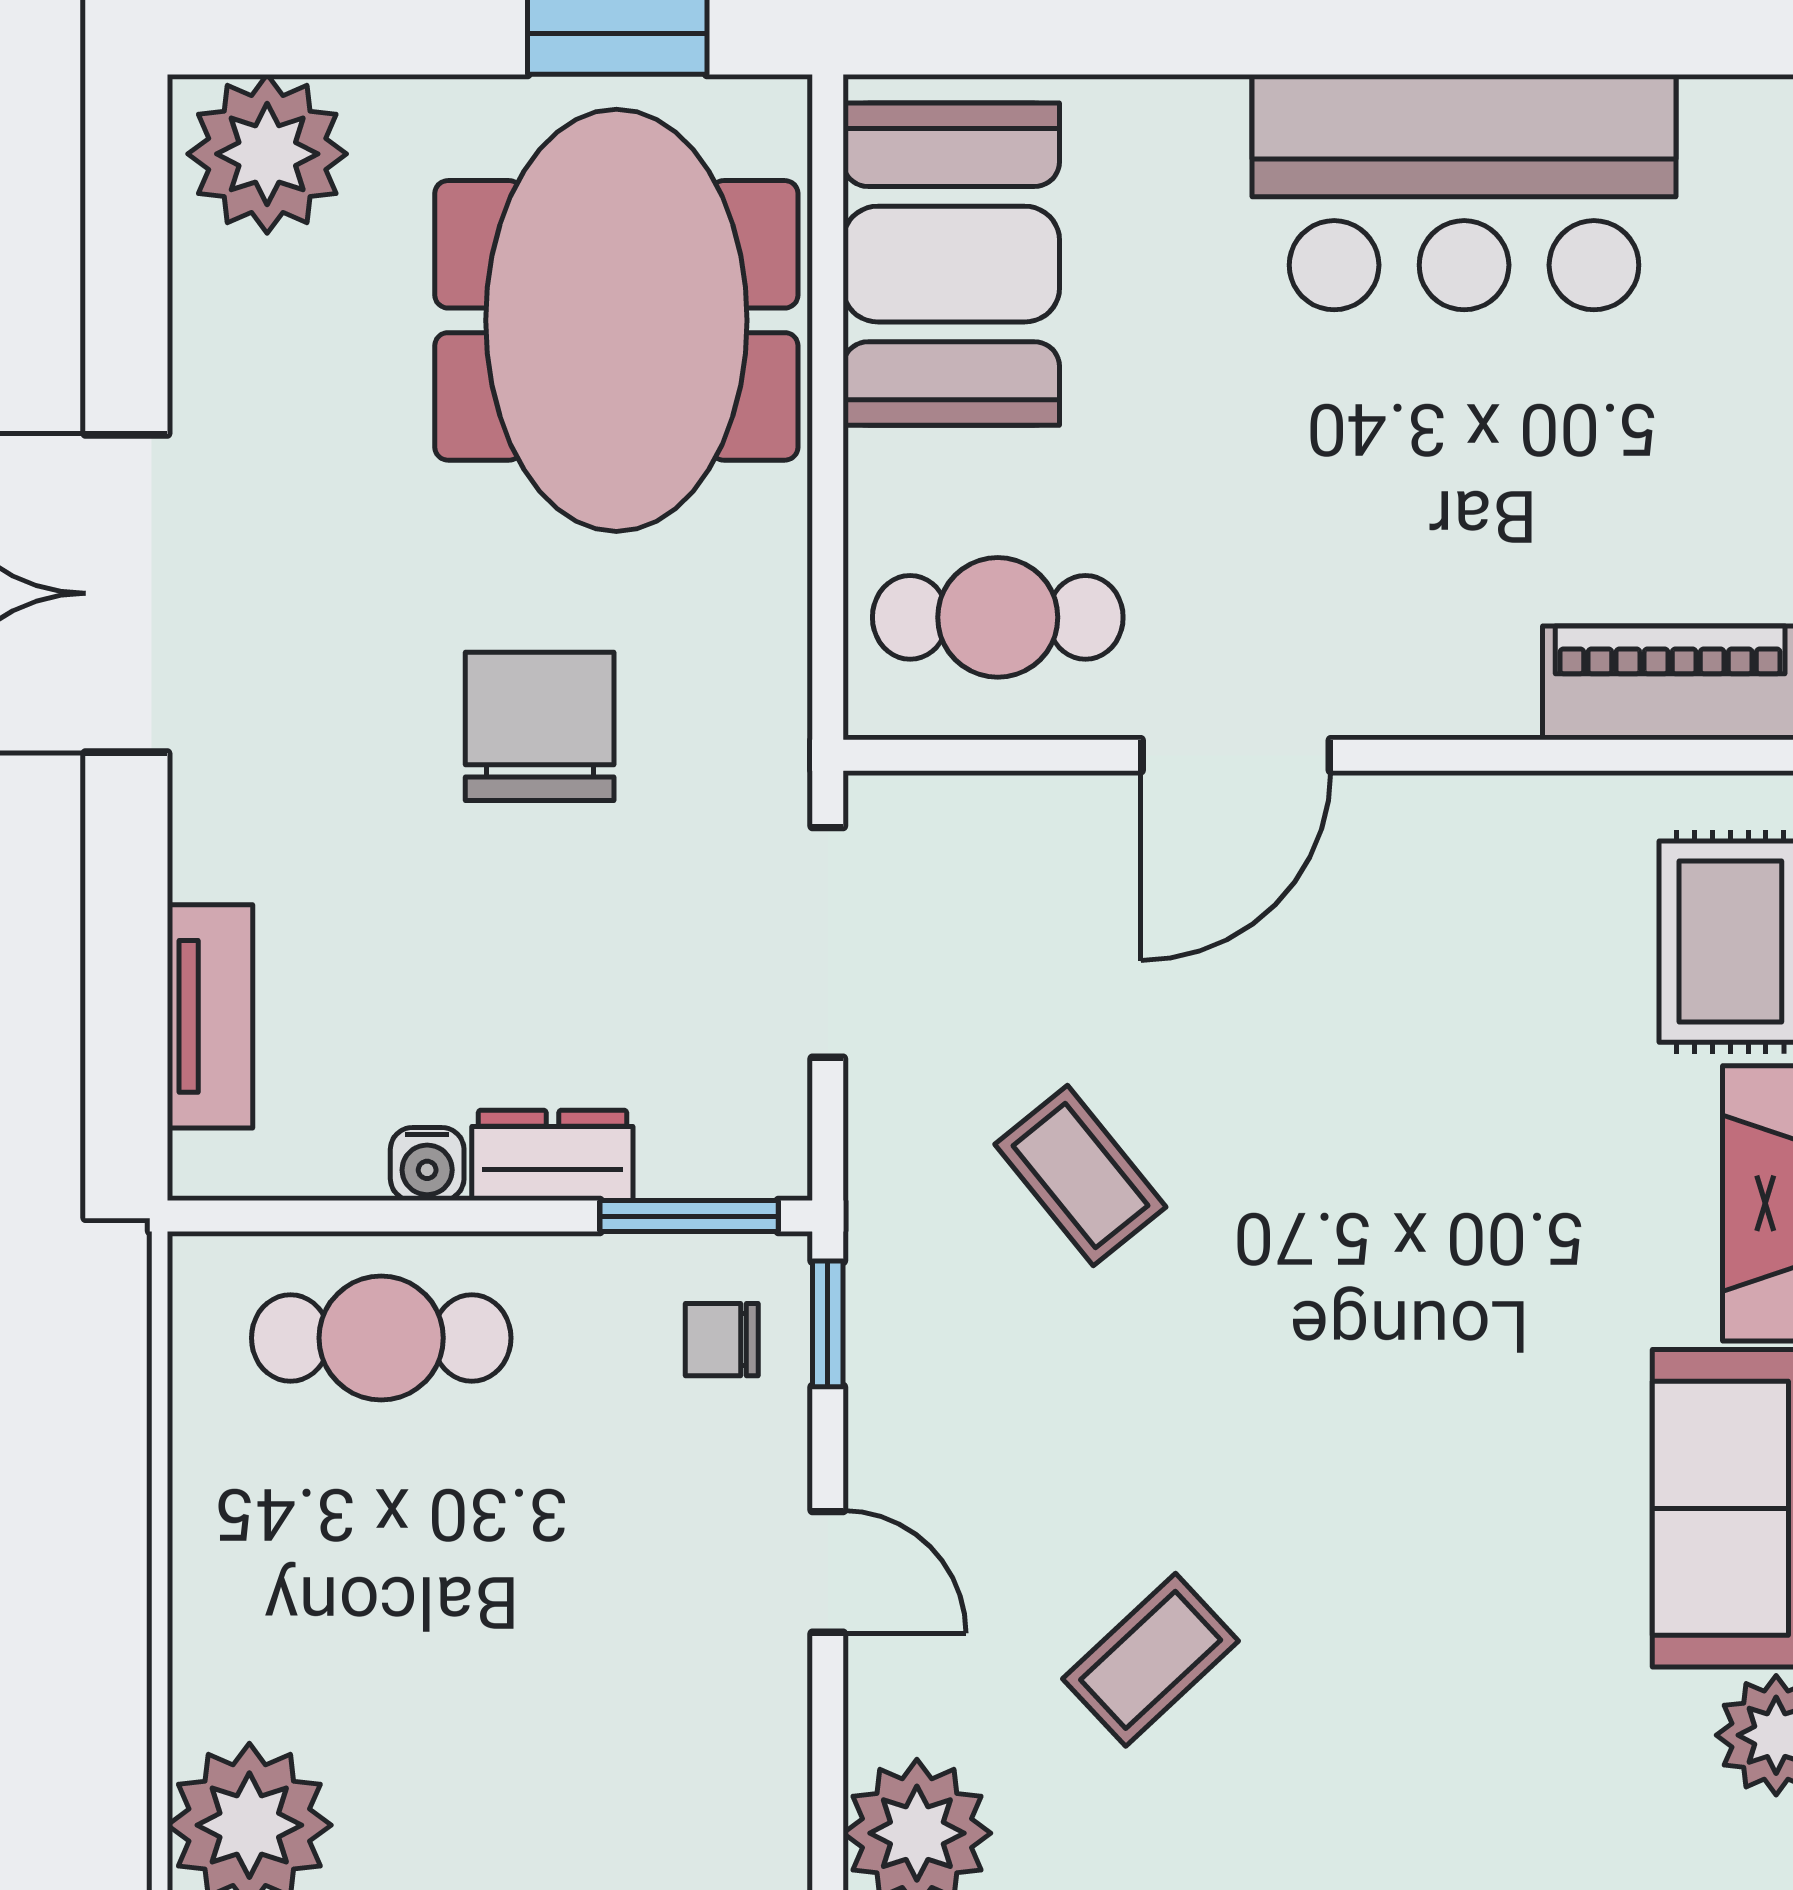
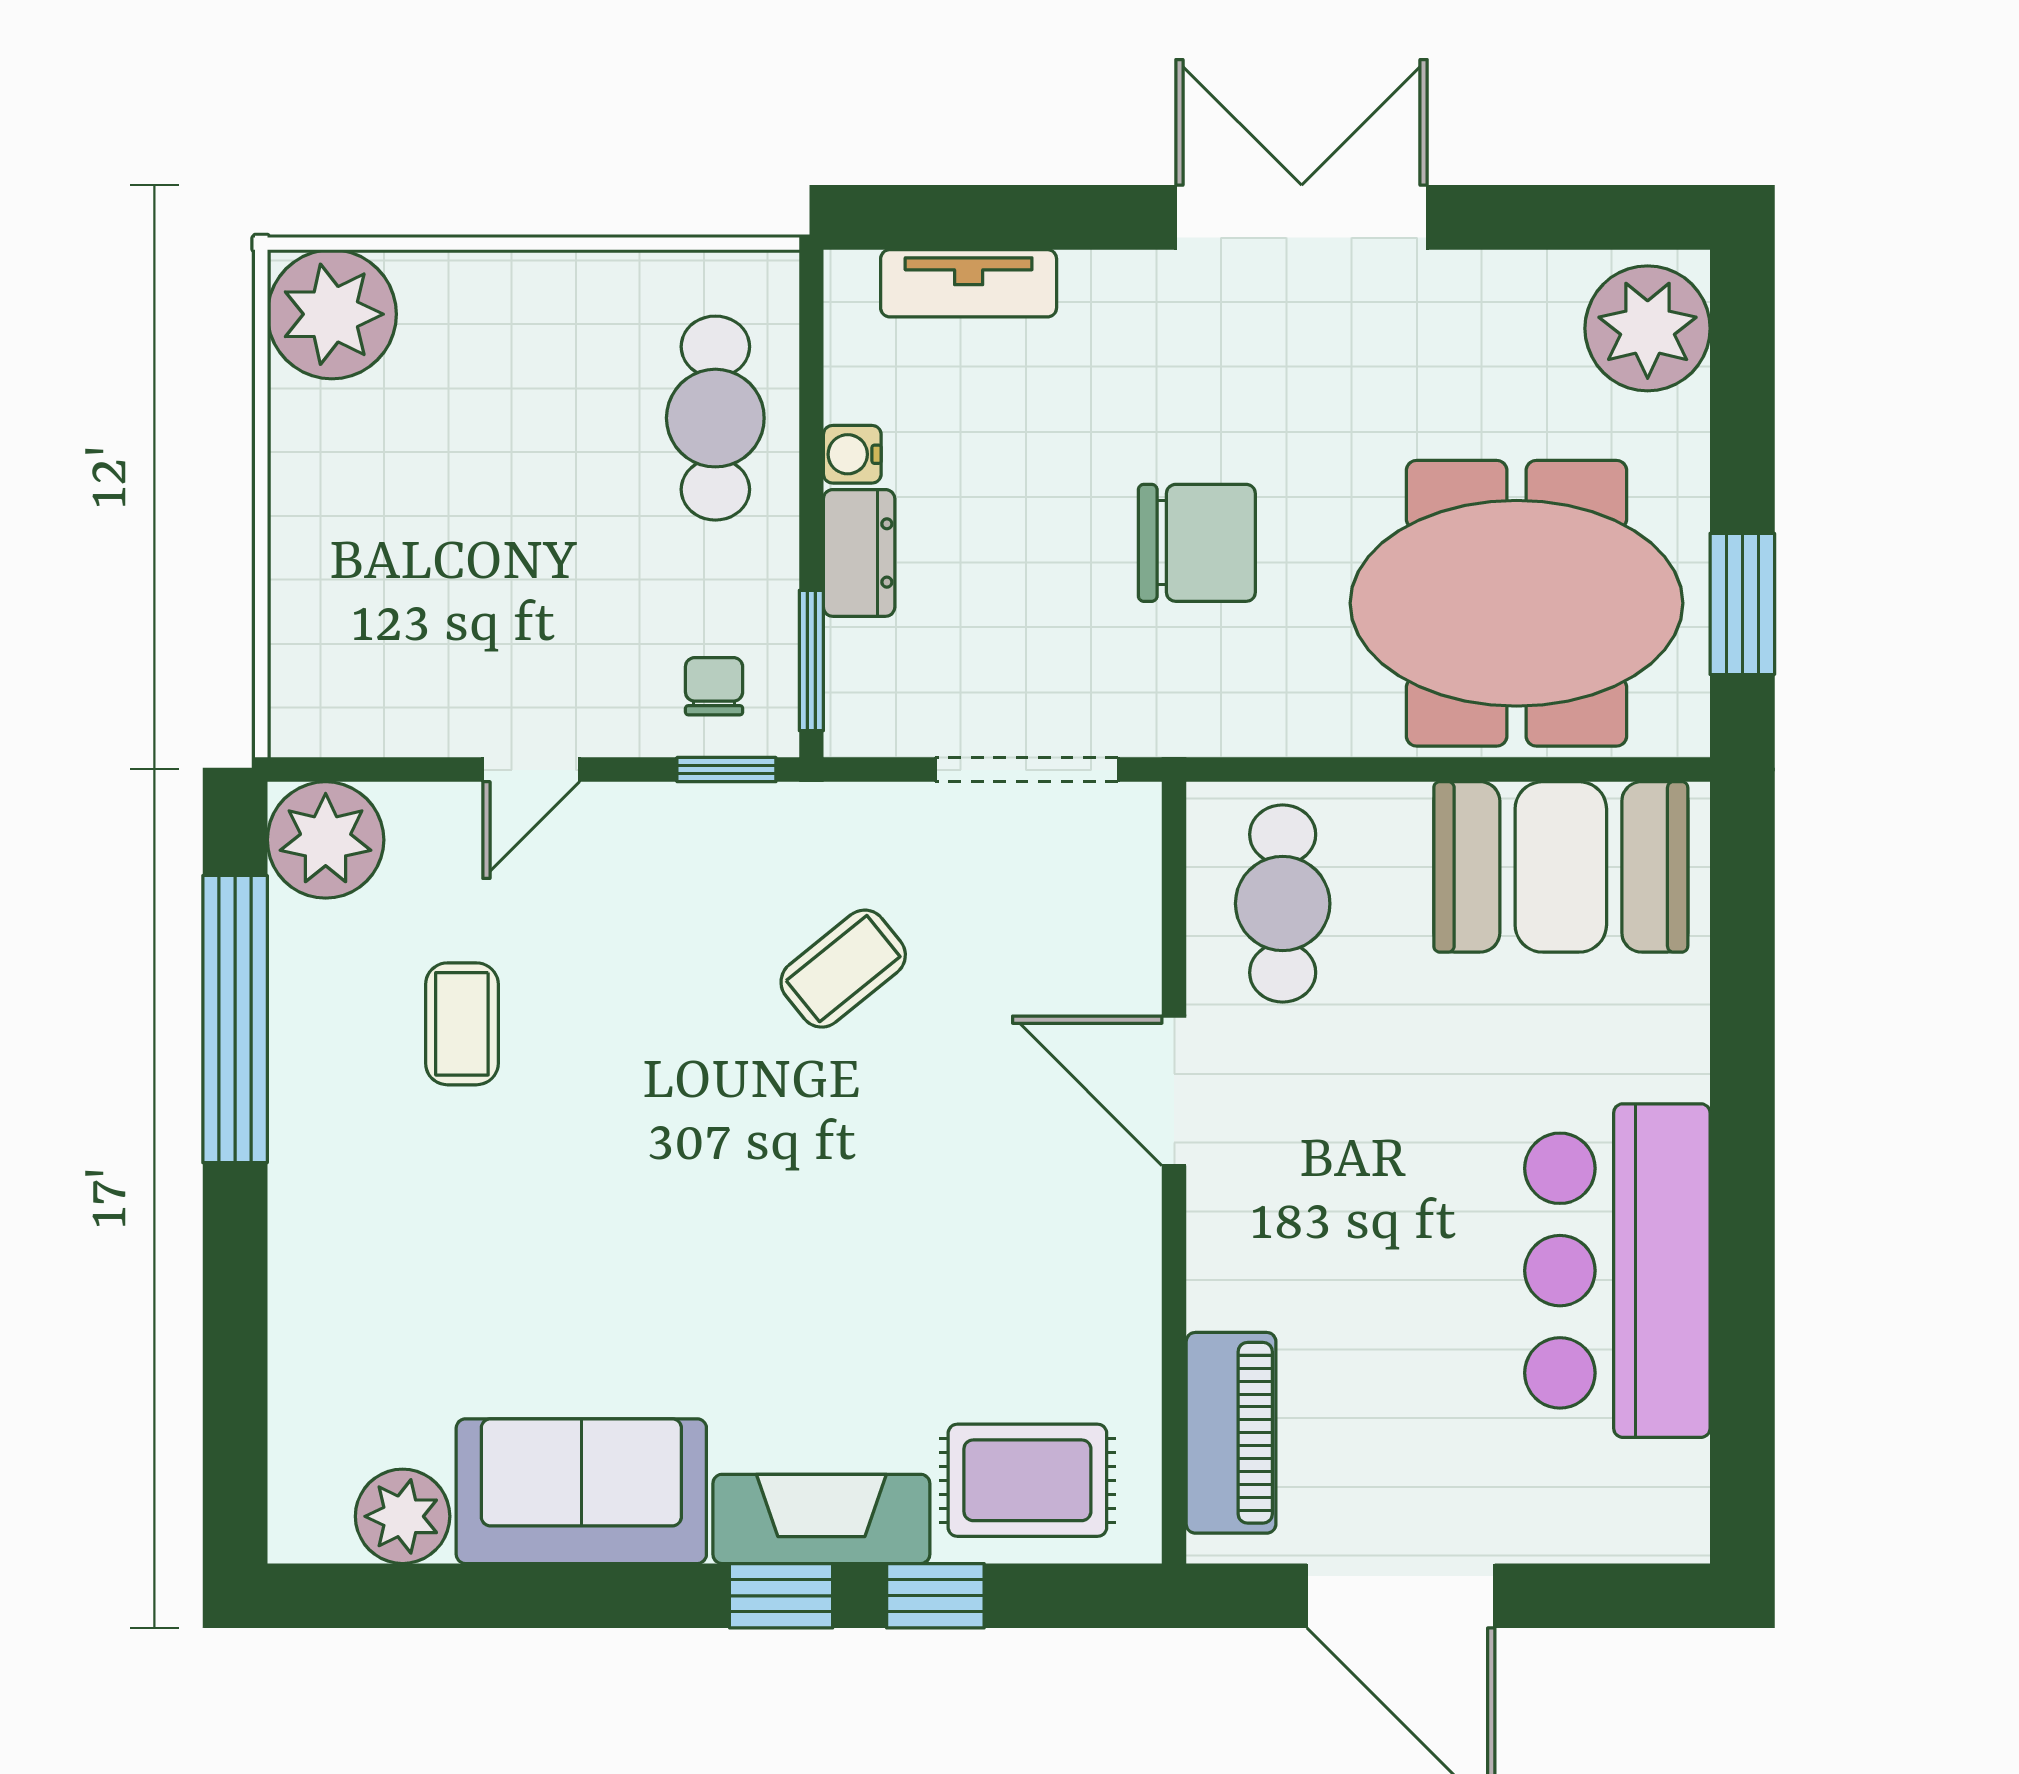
coffee table: (1151, 1660) -> (462, 1024), turned 43

